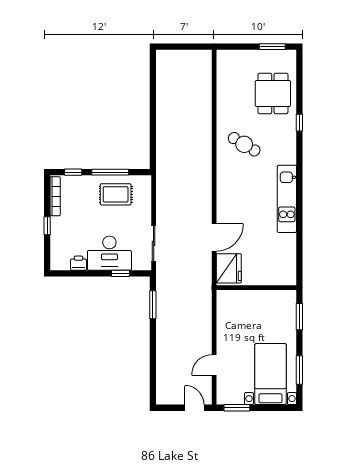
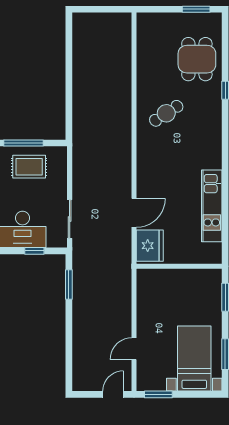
cafe table: (244, 144) -> (166, 113), turned -64
kitchen unit: (287, 199) -> (212, 206), moved
door: (194, 408) -> (113, 394), hinge flipped

